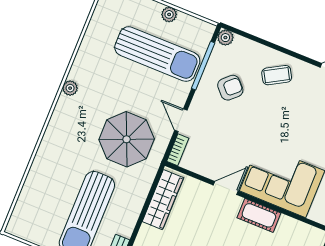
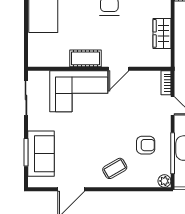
armchair: (230, 88) -> (146, 145), turned -137
wardrobe: (163, 200) -> (162, 33), width x0.67

